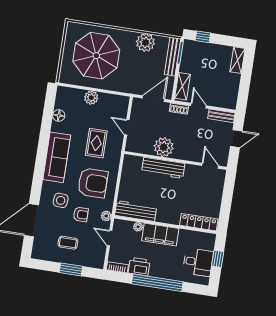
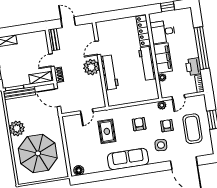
plant: (145, 42) -> (17, 128), moved
plant: (91, 98) -> (72, 147), removed
floor lamp: (59, 115) -> (79, 170), moved
rug: (96, 143) -> (107, 131), turned 90
plant: (164, 147) -> (91, 67), moved
door: (210, 166) -> (98, 48), moved
armchair: (93, 183) -> (139, 124), width x0.53, depth x0.53
workbench: (136, 211) -> (147, 63), moved
coffee table: (68, 243) -> (192, 129), width x1.86, depth x1.72
desk: (198, 262) -> (163, 32), moved, turned -90

